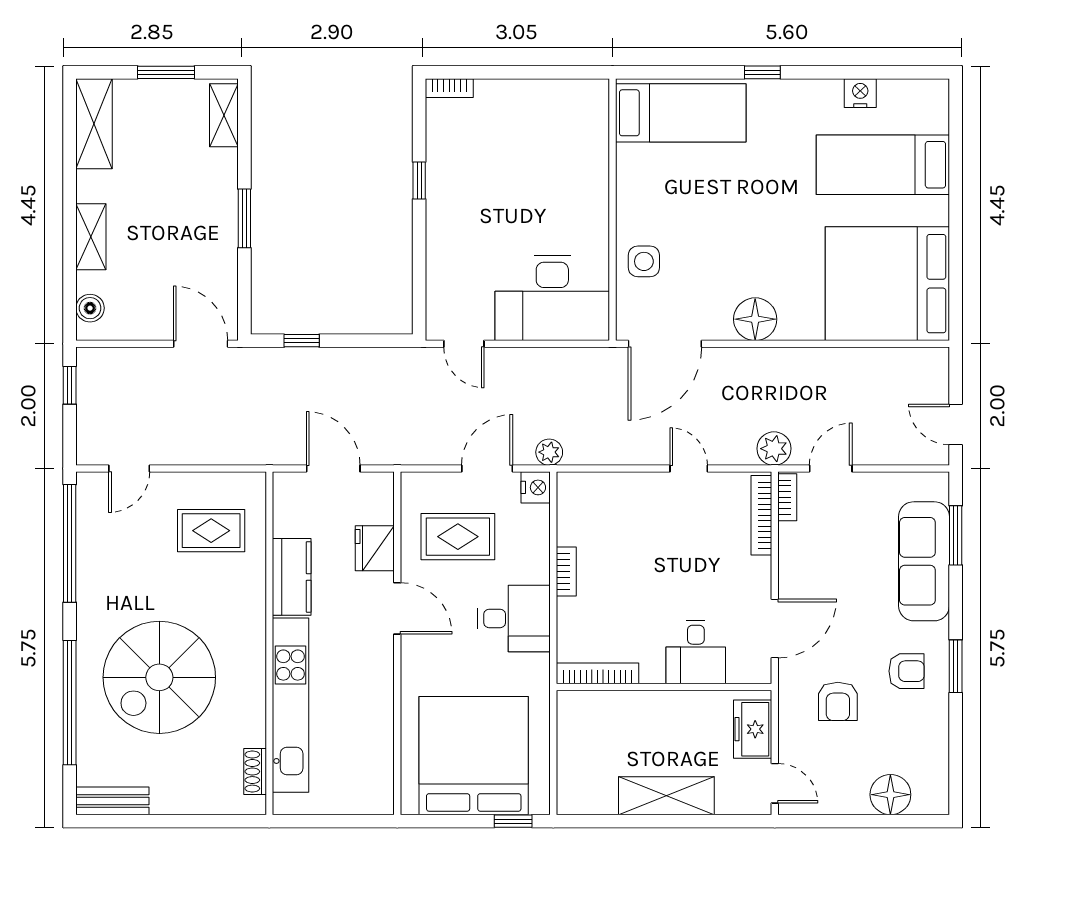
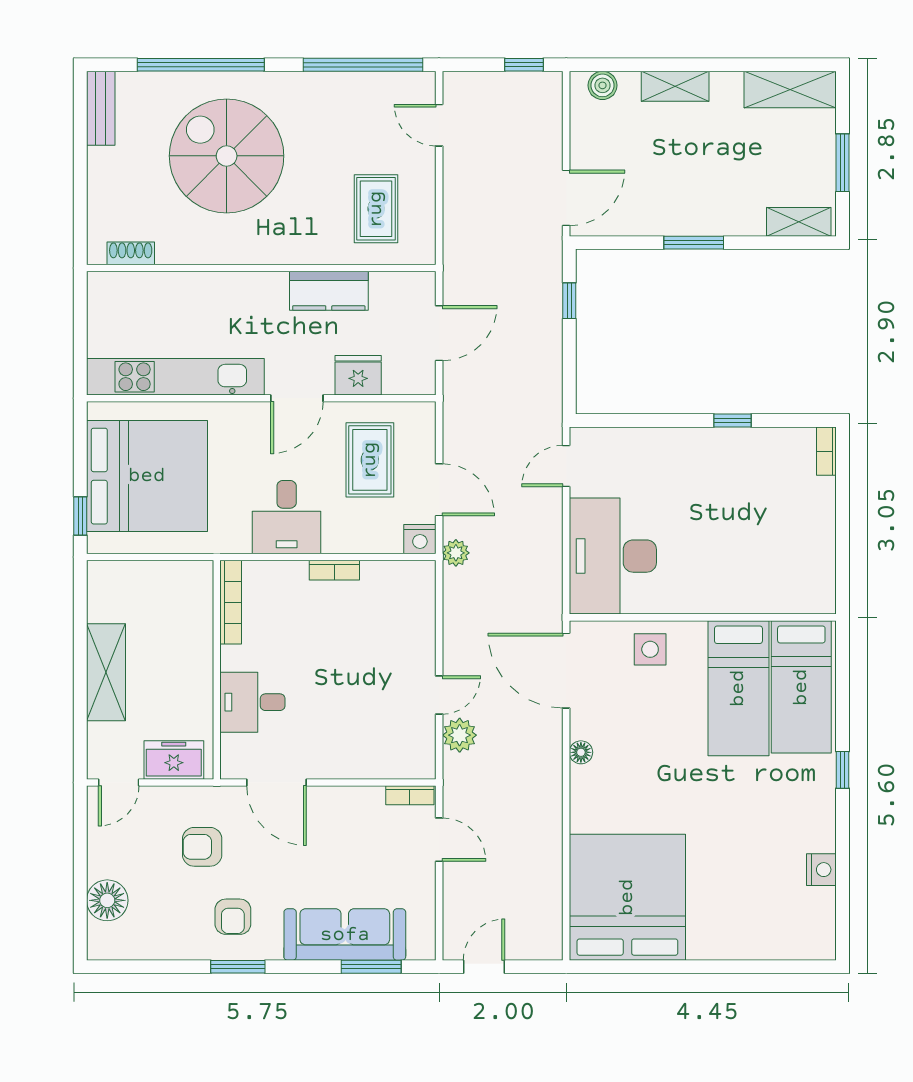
bed: (883, 165) -> (738, 688), moved, turned 180
floor lamp: (755, 319) -> (581, 752), width x0.53, depth x0.53
plant: (774, 449) -> (460, 735), moved
bookcase: (761, 515) -> (392, 769), removed
kitchen unit: (291, 705) -> (175, 377), moved, turned 180

